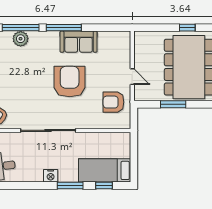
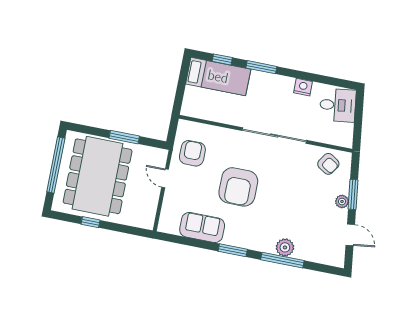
window: (64, 28) -> (233, 250), width x0.69
sofa: (79, 42) -> (202, 227), moved
armchair: (113, 102) -> (192, 153), turned -90
nightstand: (51, 176) -> (303, 87), moved

